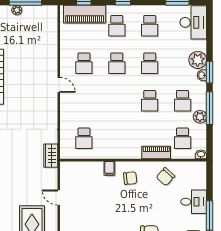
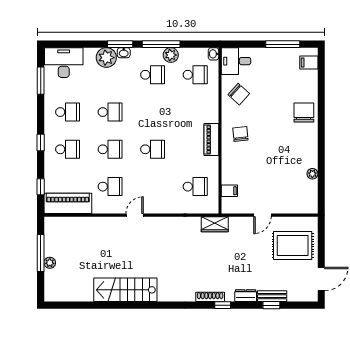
piano: (85, 14) -> (68, 203), moved, turned -90
school desk: (150, 101) -> (153, 149), moved
piano: (156, 153) -> (211, 139), moved
filing cabinet: (109, 168) -> (229, 191), moved
desk: (194, 202) -> (236, 61), moved, turned -90

